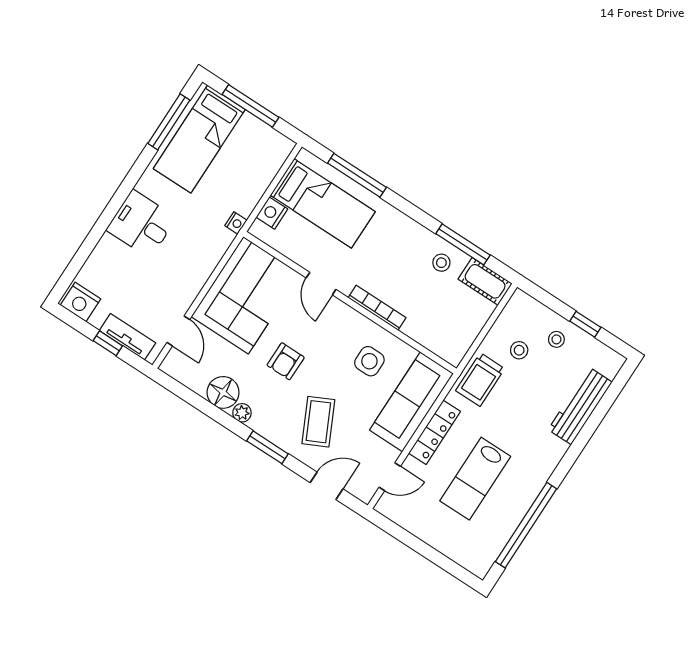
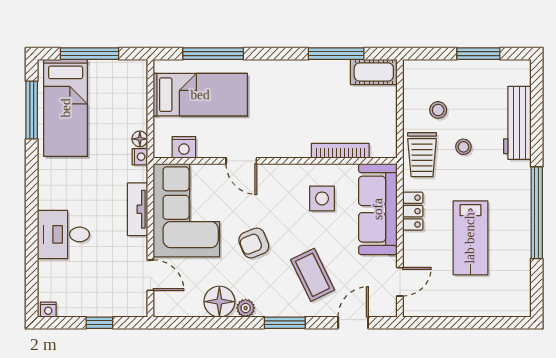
floor lamp: (246, 208) -> (140, 139), added
nightstand: (272, 213) -> (184, 147), moved, turned -90
desk: (141, 224) -> (63, 234), moved
stool: (441, 263) -> (328, 80), removed
nightstand: (80, 302) -> (48, 310), width x0.53, depth x0.56
bookcase: (377, 308) -> (340, 151), moved
window: (585, 324) -> (478, 54), width x1.50
tv unit: (127, 337) -> (138, 209), moved, turned -90
stool: (556, 339) -> (463, 147), moved
armchair: (286, 361) -> (254, 243), turned 68
locker: (435, 432) -> (413, 211), width x0.66
window: (526, 525) -> (537, 213), moved

